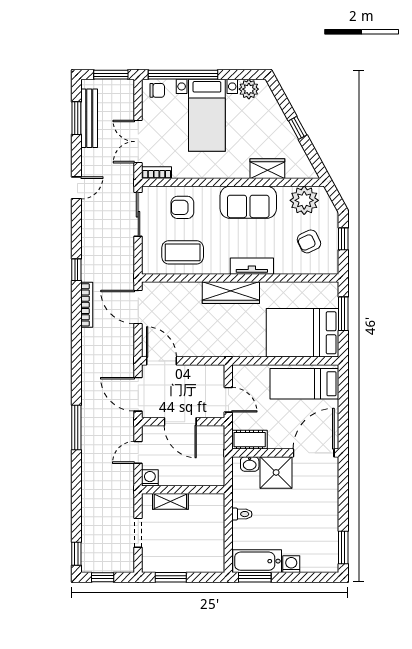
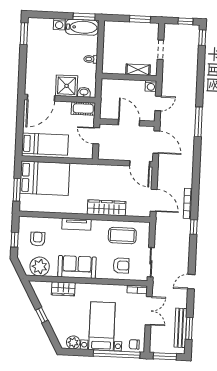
armchair: (309, 241) -> (38, 239), turned -65
wardrobe: (231, 293) -> (107, 208), moved

